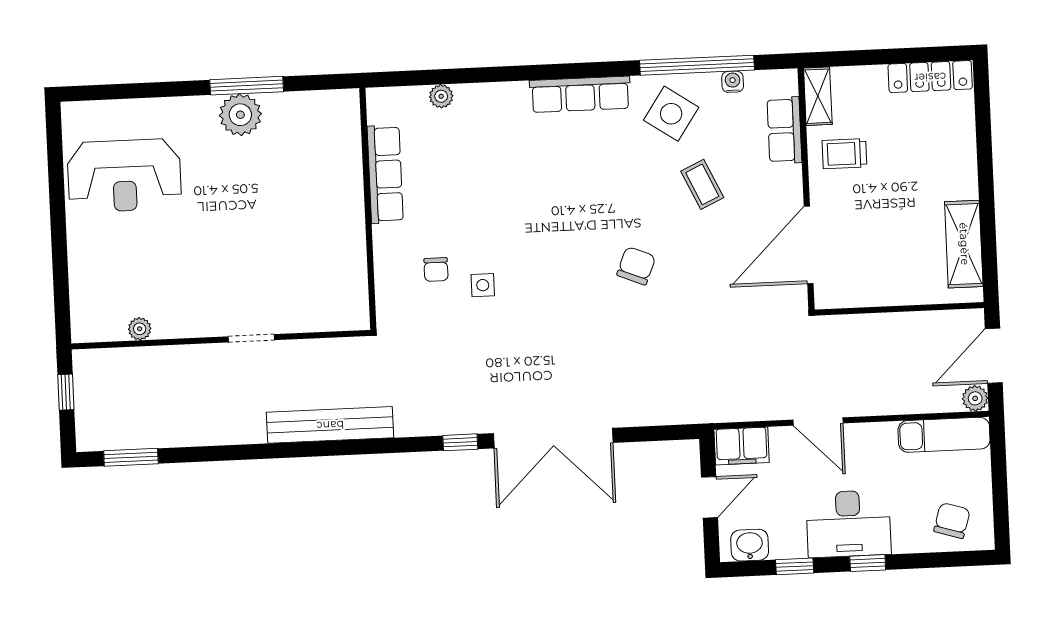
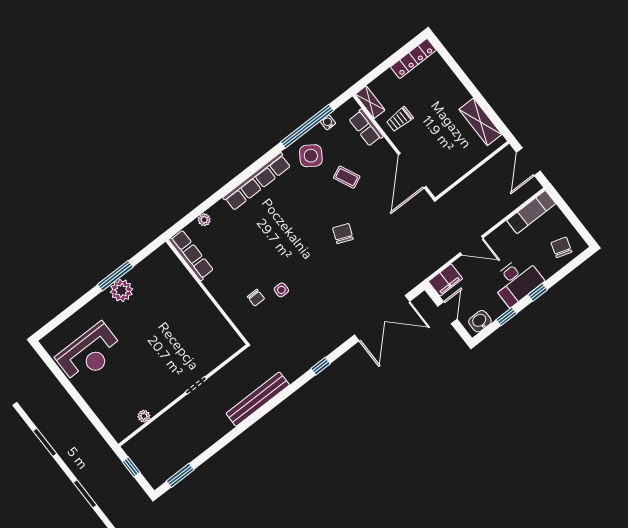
row of seats: (580, 94) -> (257, 182), width x1.36
row of seats: (385, 174) -> (191, 255), moved
plant: (975, 398) -> (534, 186), removed
double door: (553, 438) -> (382, 318), moved

